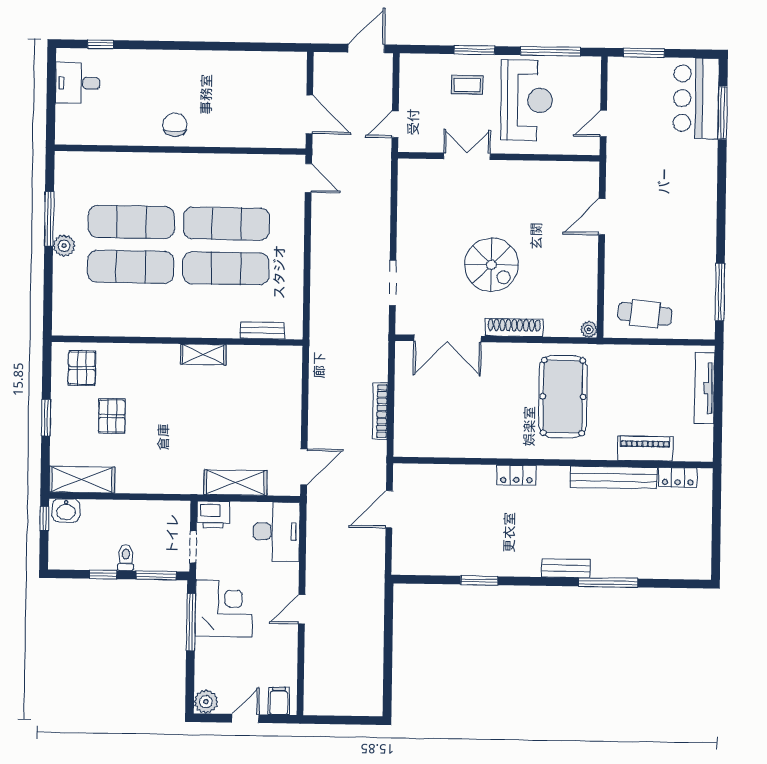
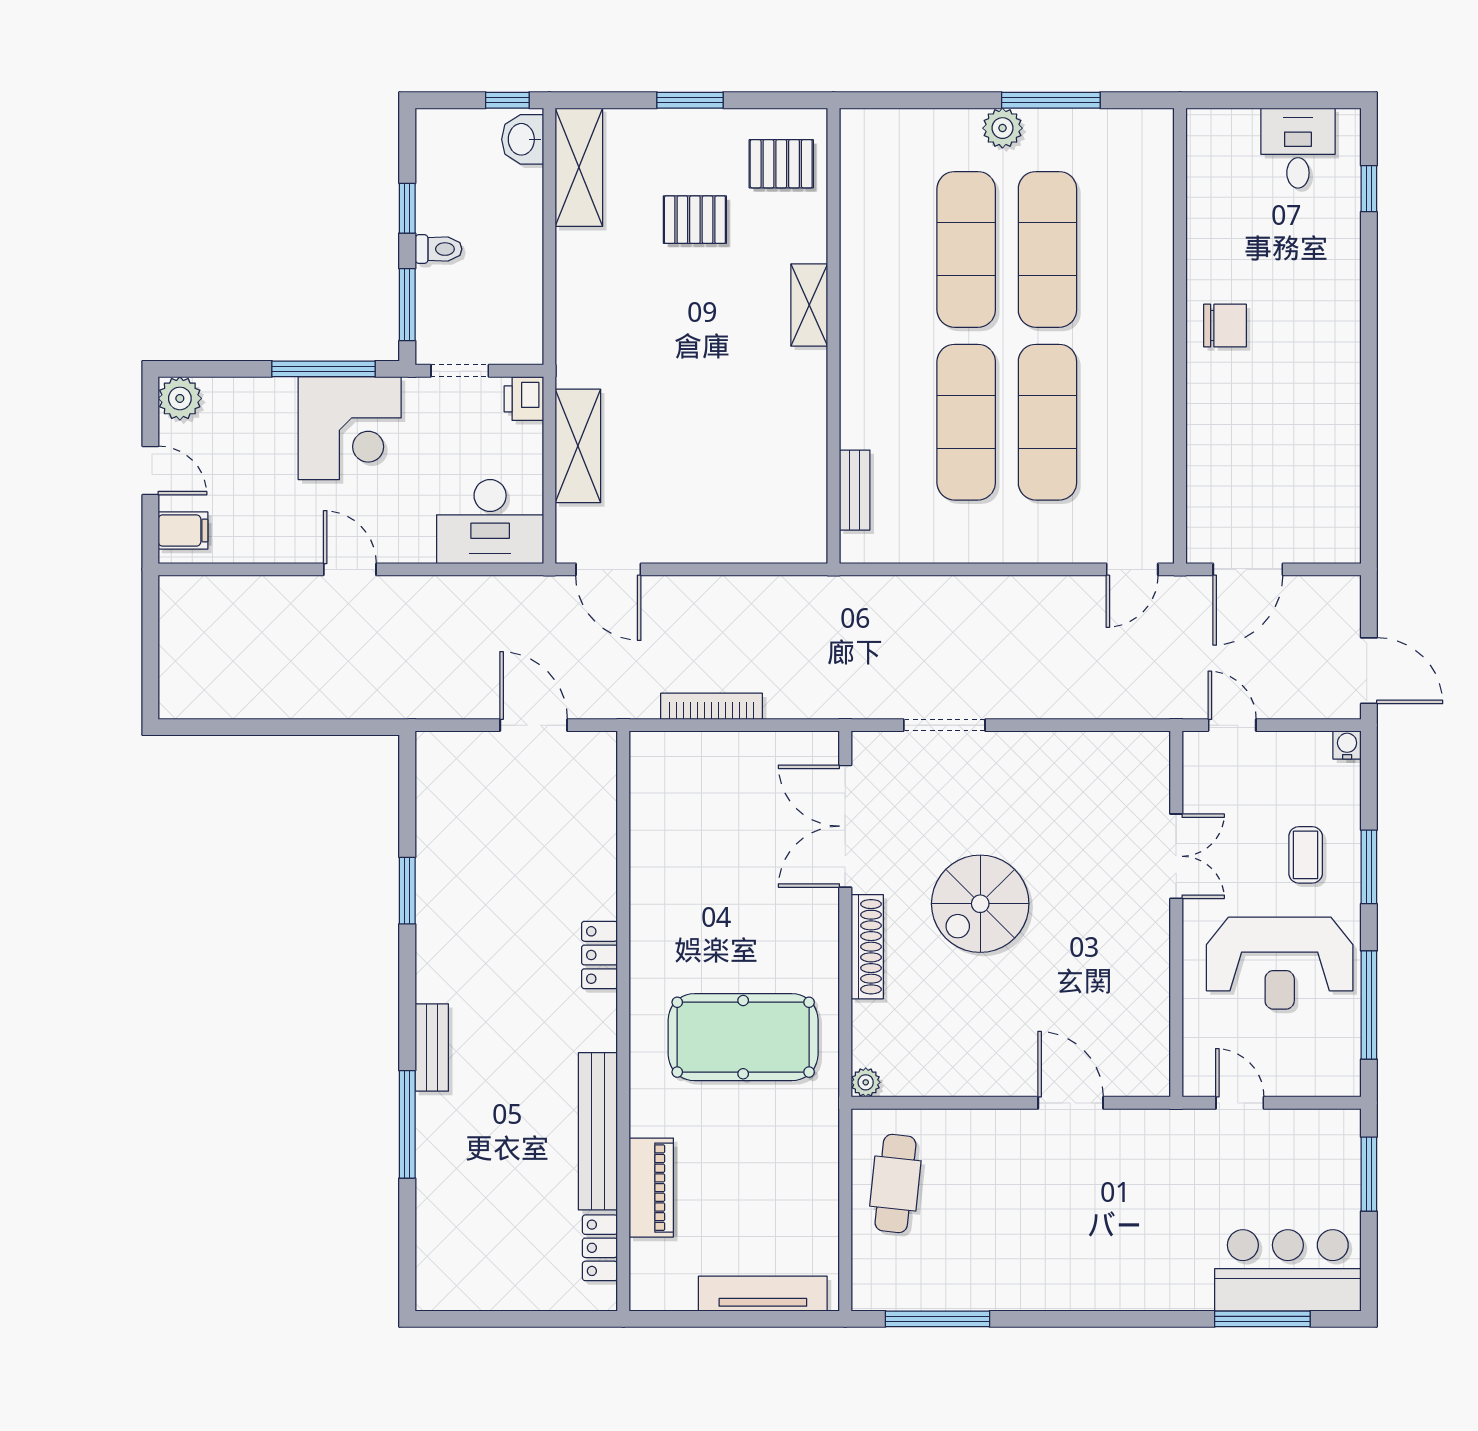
water cooler: (407, 61) -> (1347, 745), added
shelving: (203, 354) -> (809, 305), moved
printer: (213, 515) -> (524, 399), width x0.73, depth x0.81

